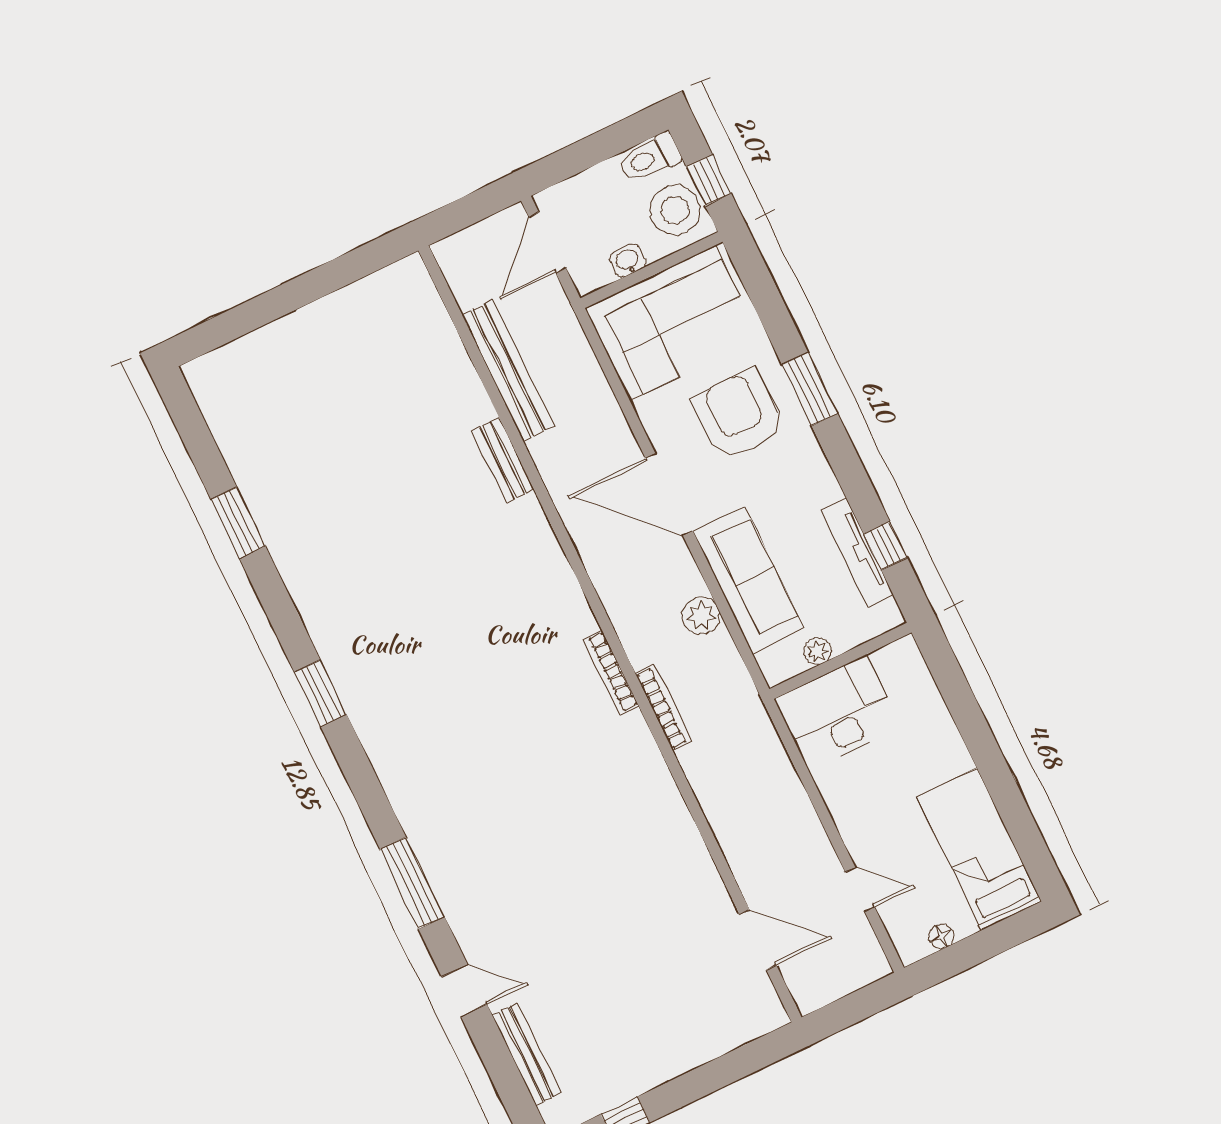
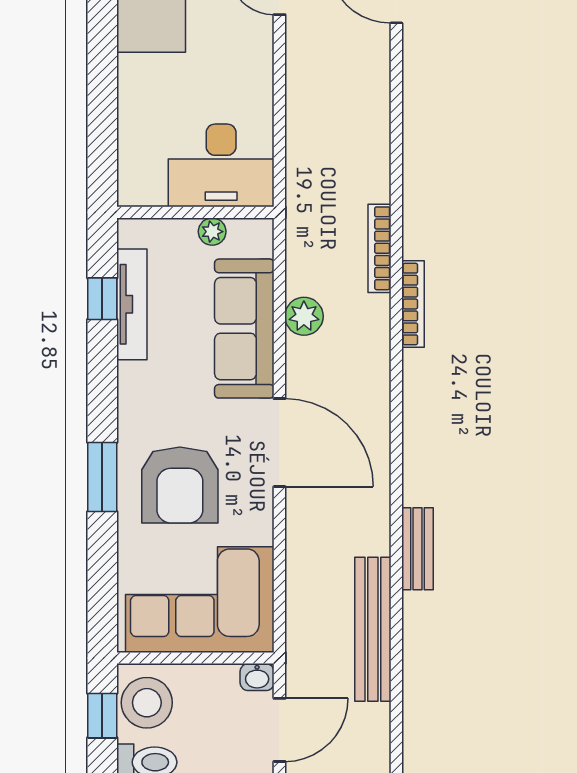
washbasin: (628, 261) -> (257, 677), moved

